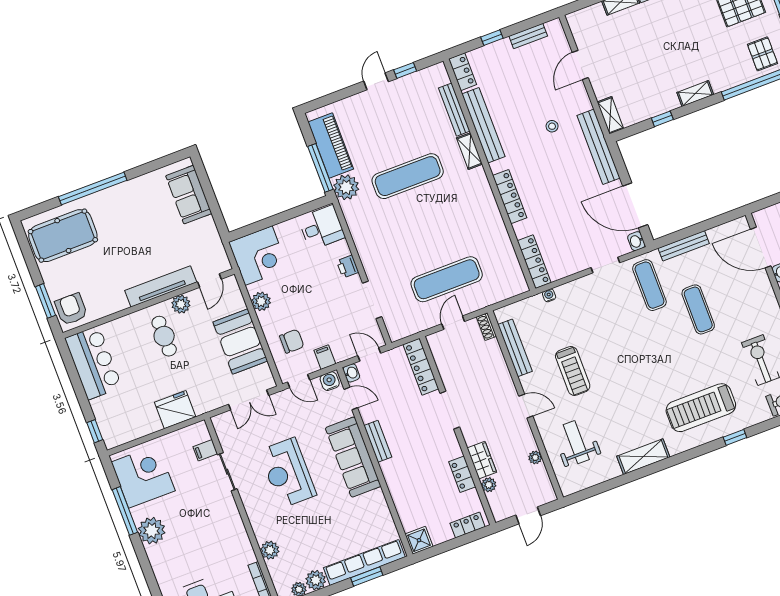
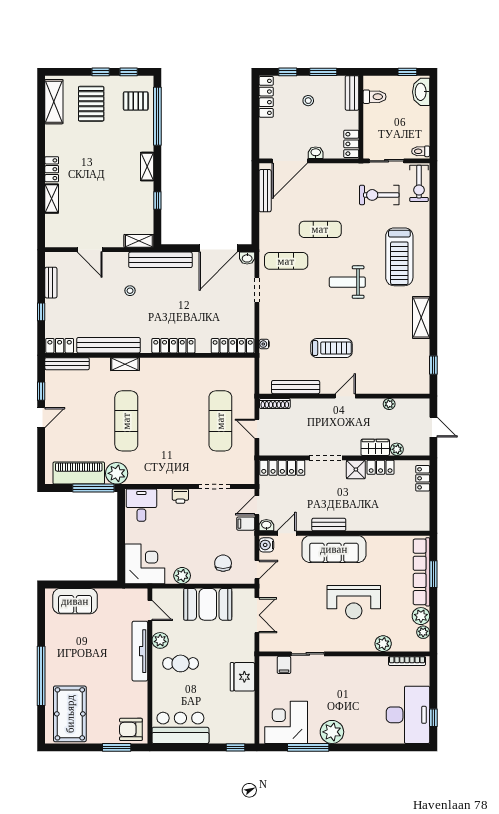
door: (376, 81) -> (41, 418), swing flipped
bench: (454, 110) -> (67, 364), moved
bench: (684, 246) -> (265, 191), moved
shoe rack: (486, 327) -> (275, 403), width x1.43
filing cabinet: (325, 357) -> (246, 524), moved
window: (735, 437) -> (433, 365), moved
weight bench: (576, 442) -> (347, 282), moved
reception desk: (288, 473) -> (354, 602), moved
shower: (419, 540) -> (356, 469), moved

